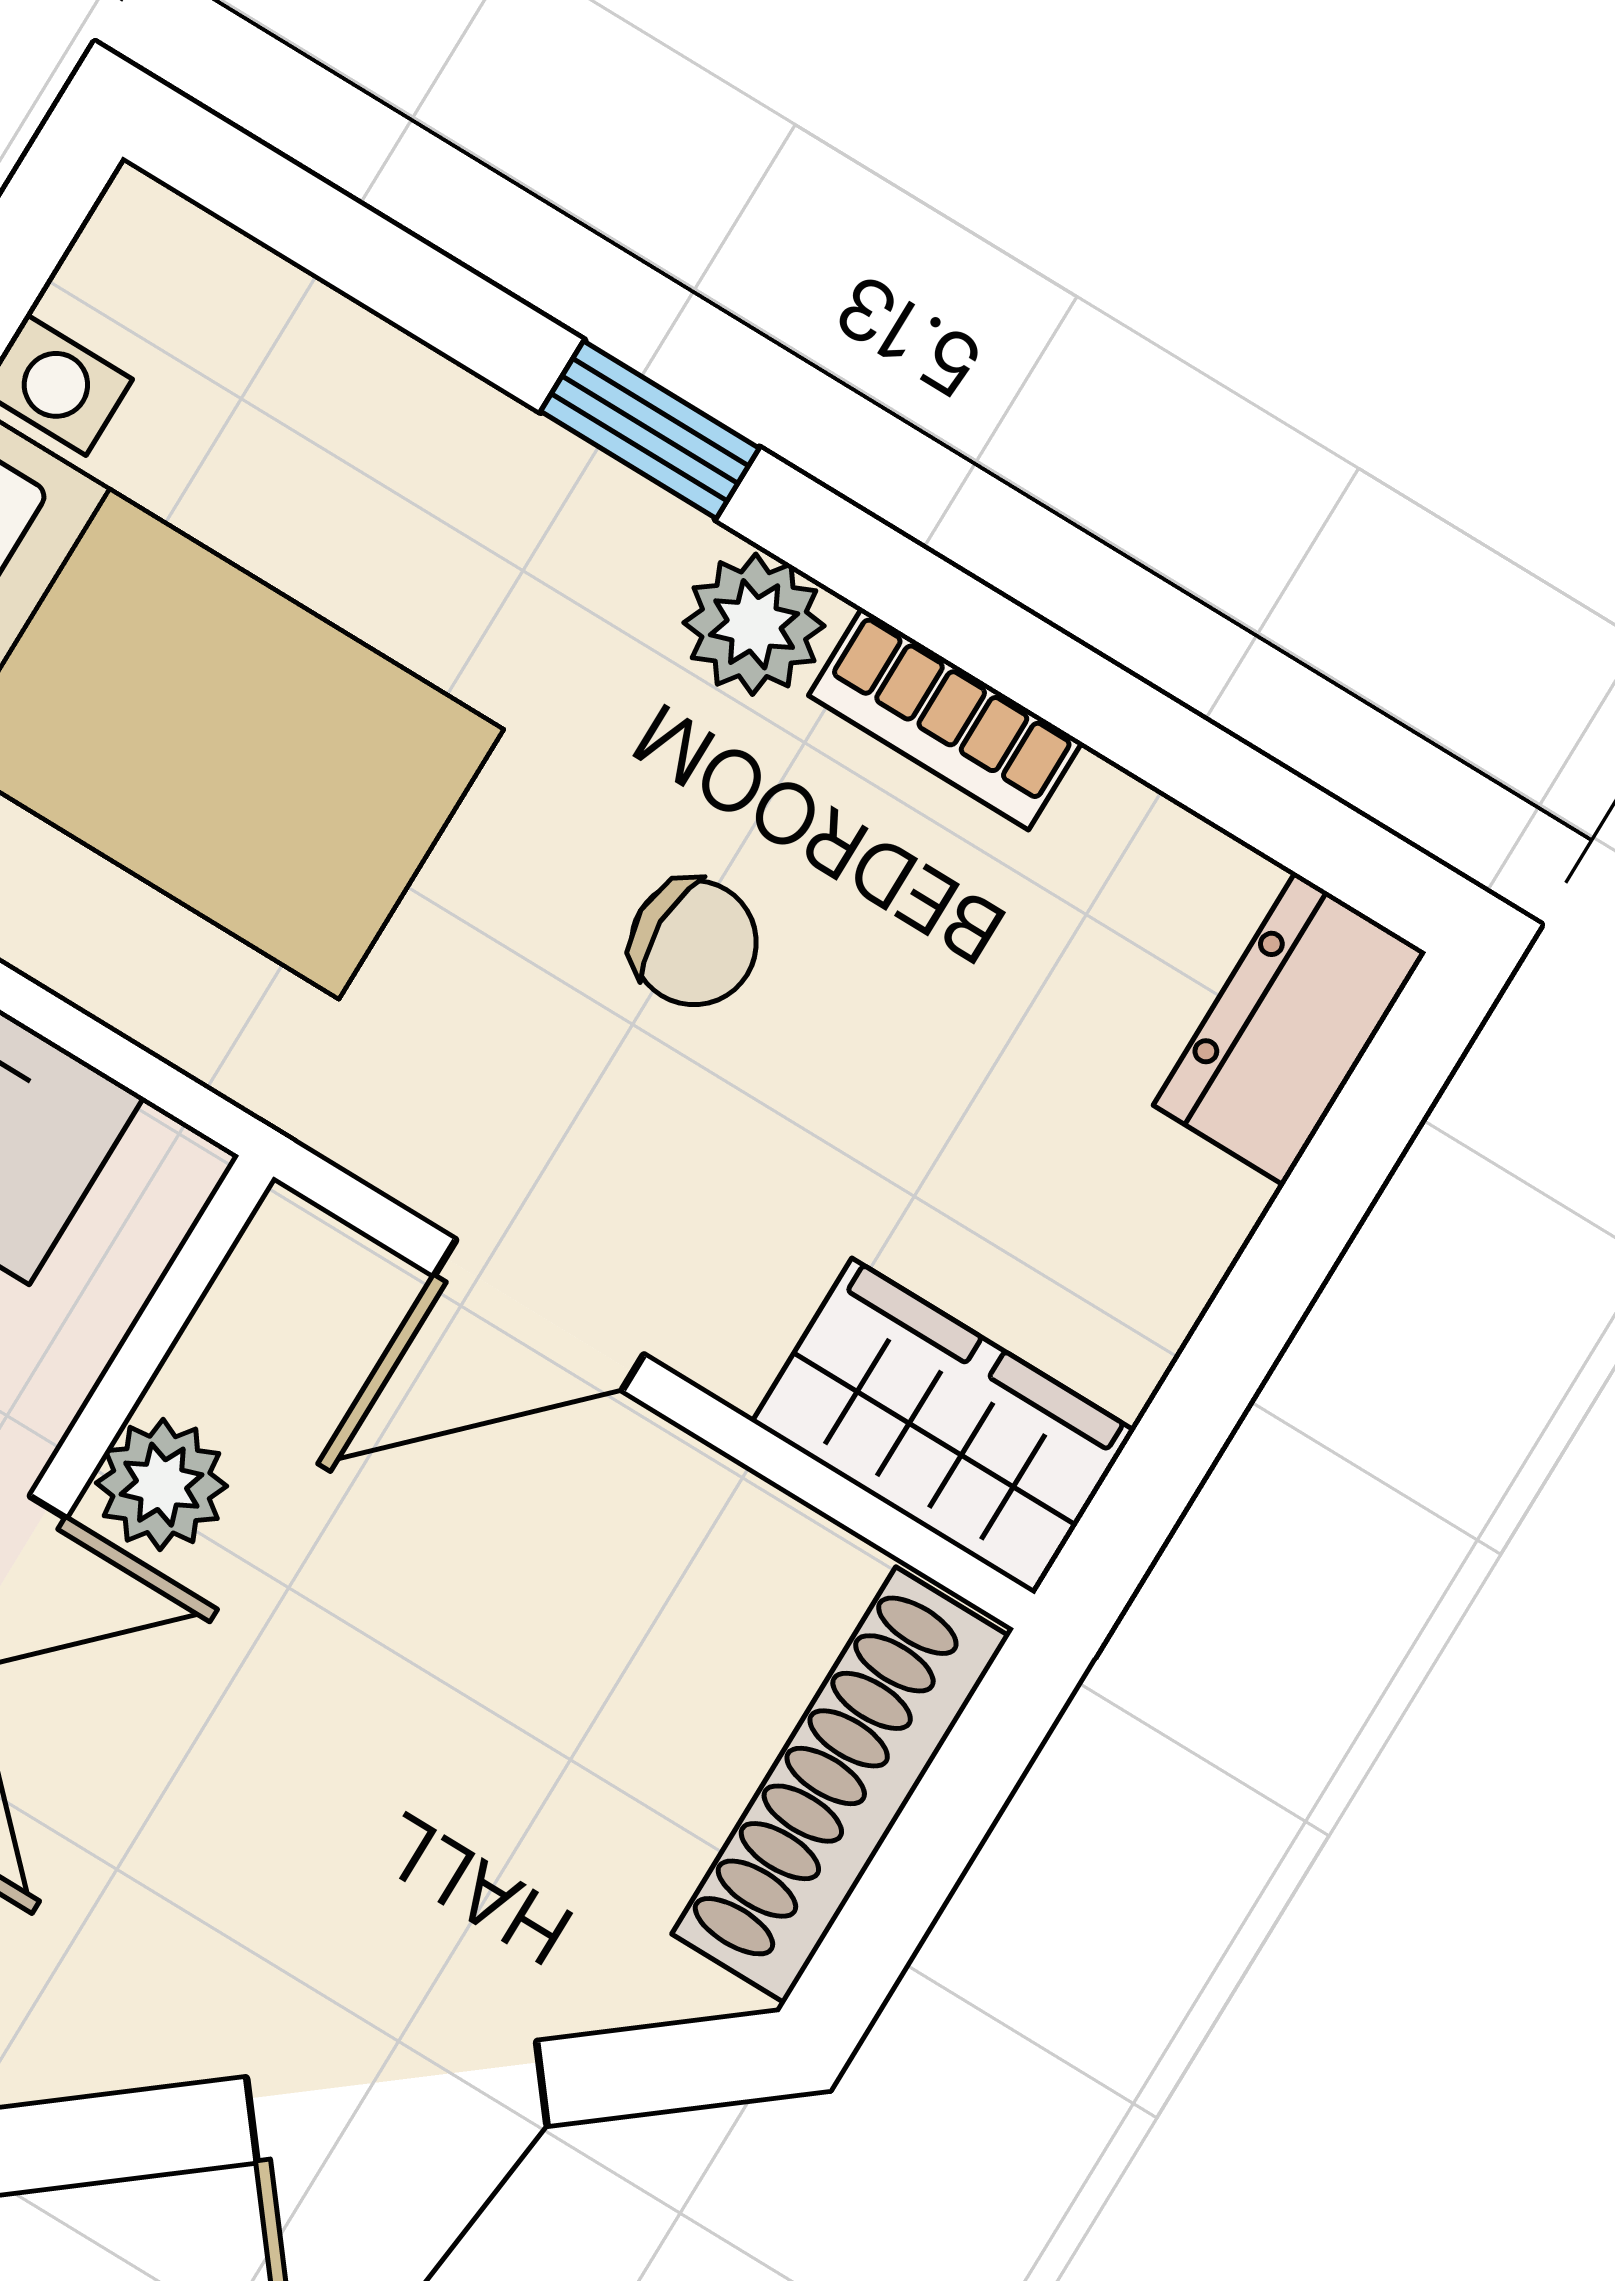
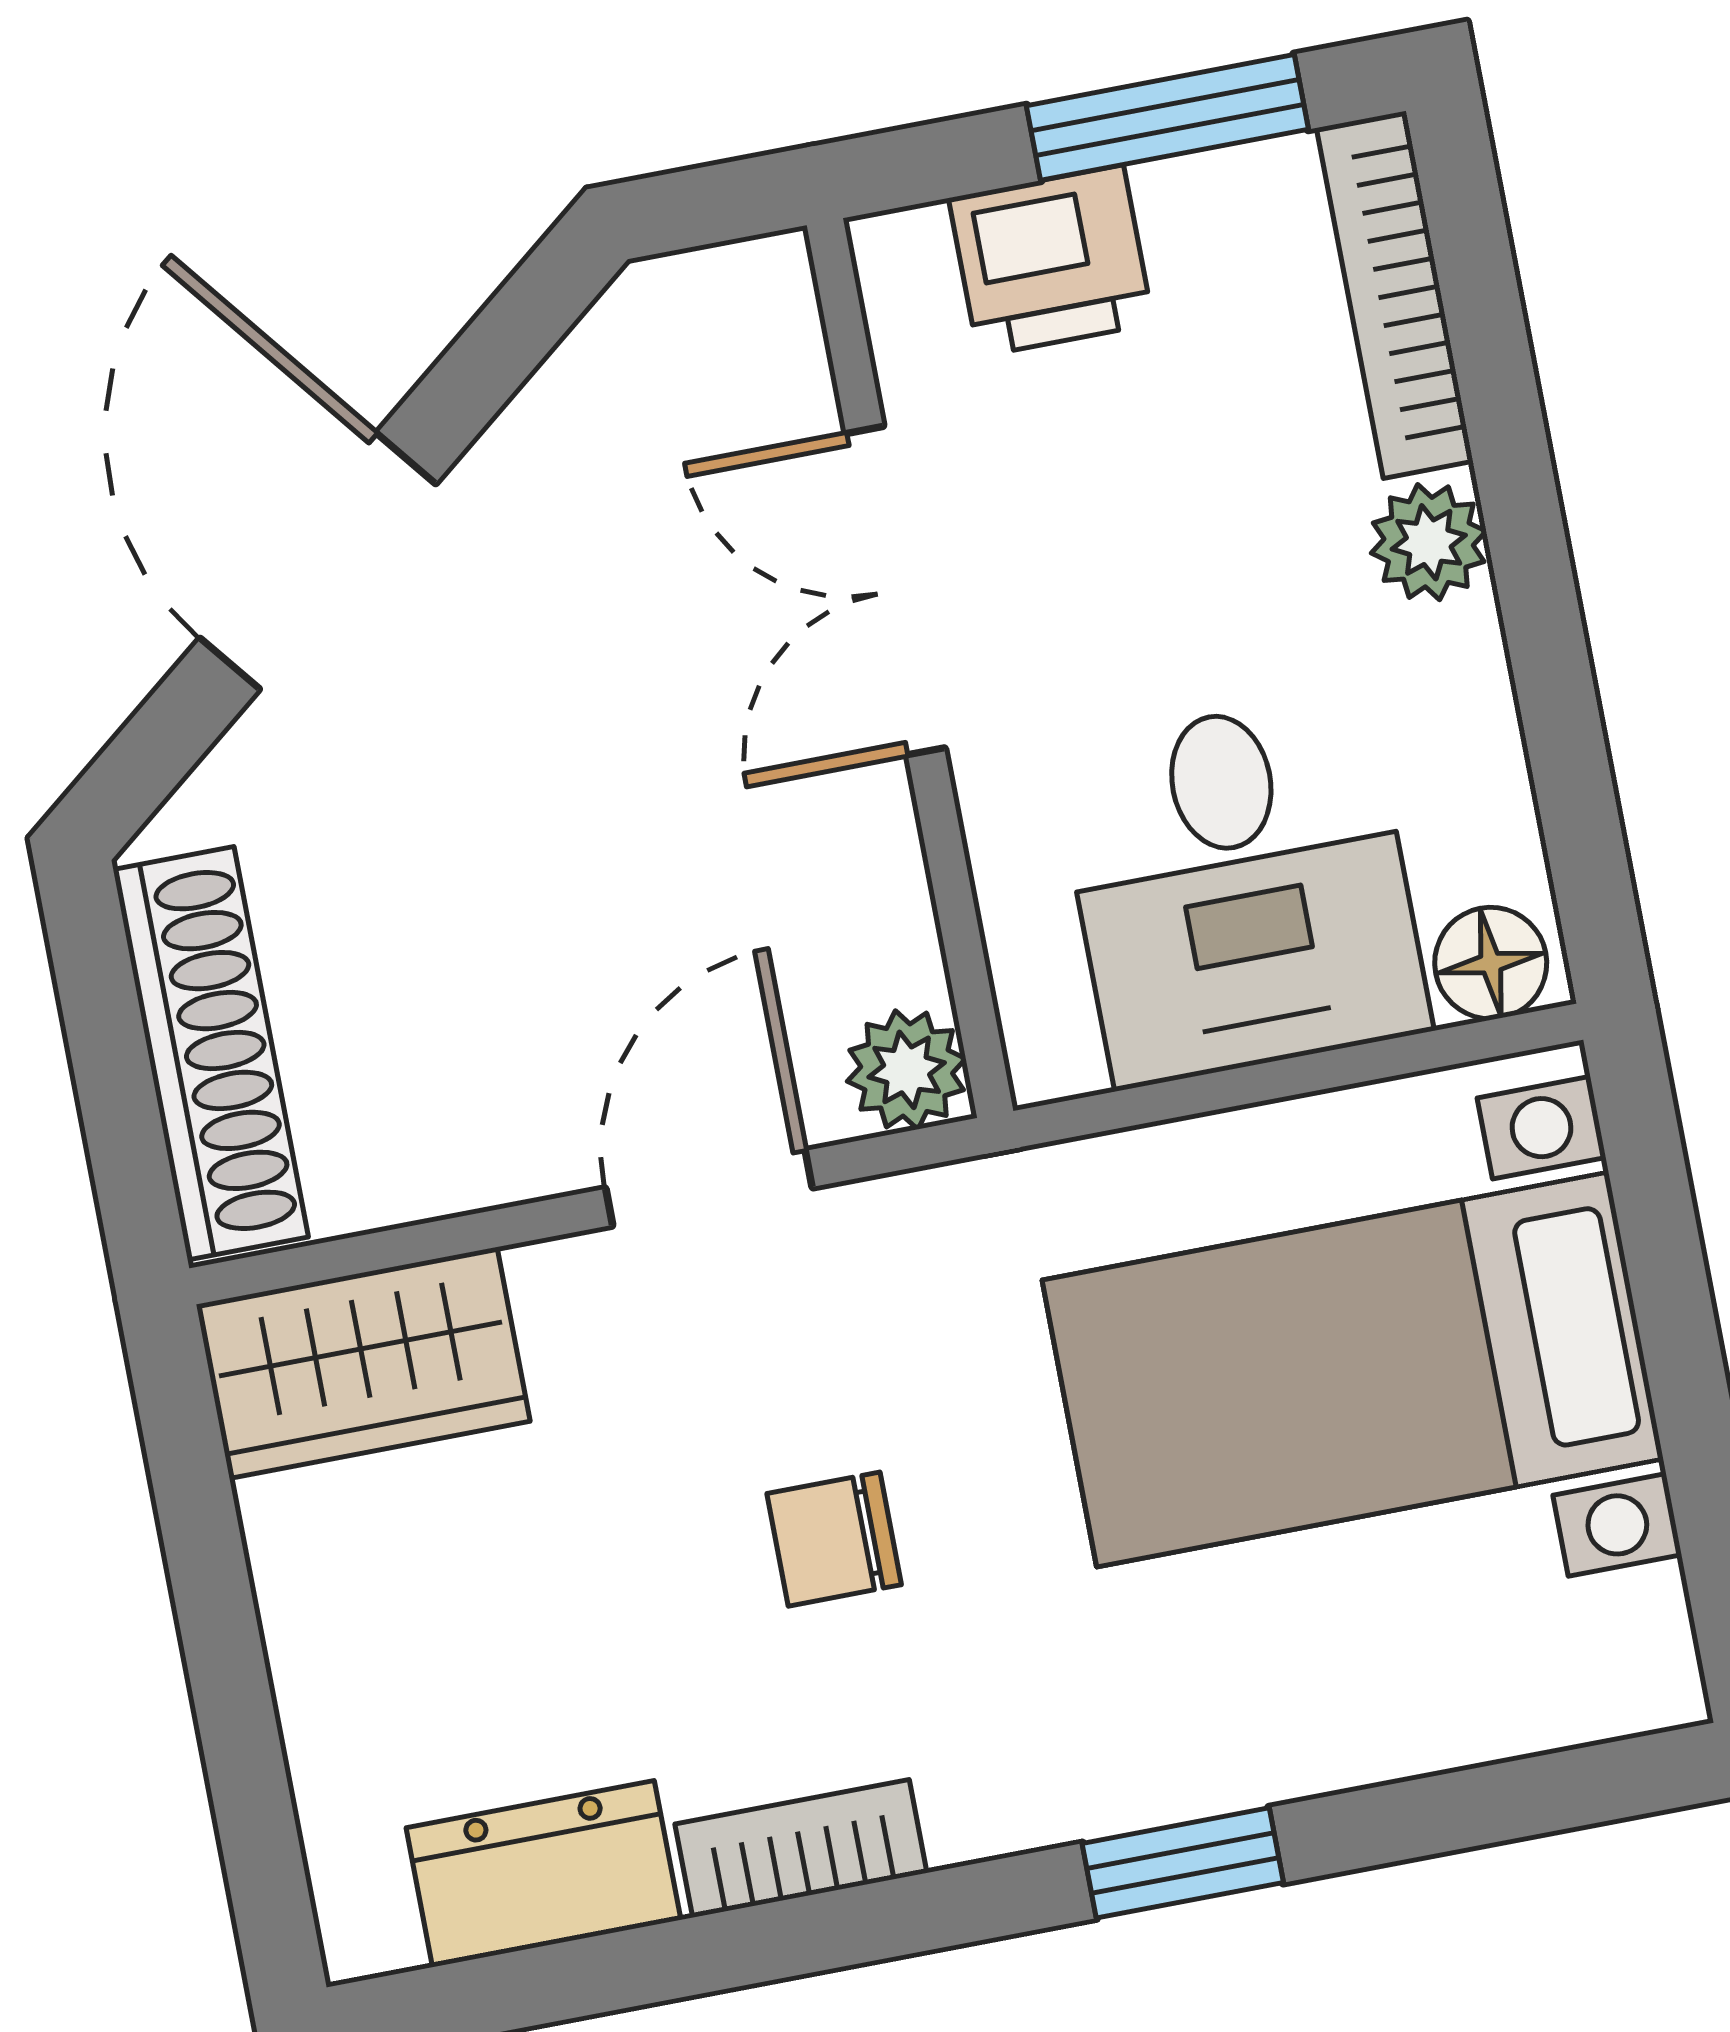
plant: (754, 624) -> (991, 1794), removed
dresser: (1290, 1029) -> (543, 1874), moved, turned -90
plant: (161, 1485) -> (907, 1070), moved

